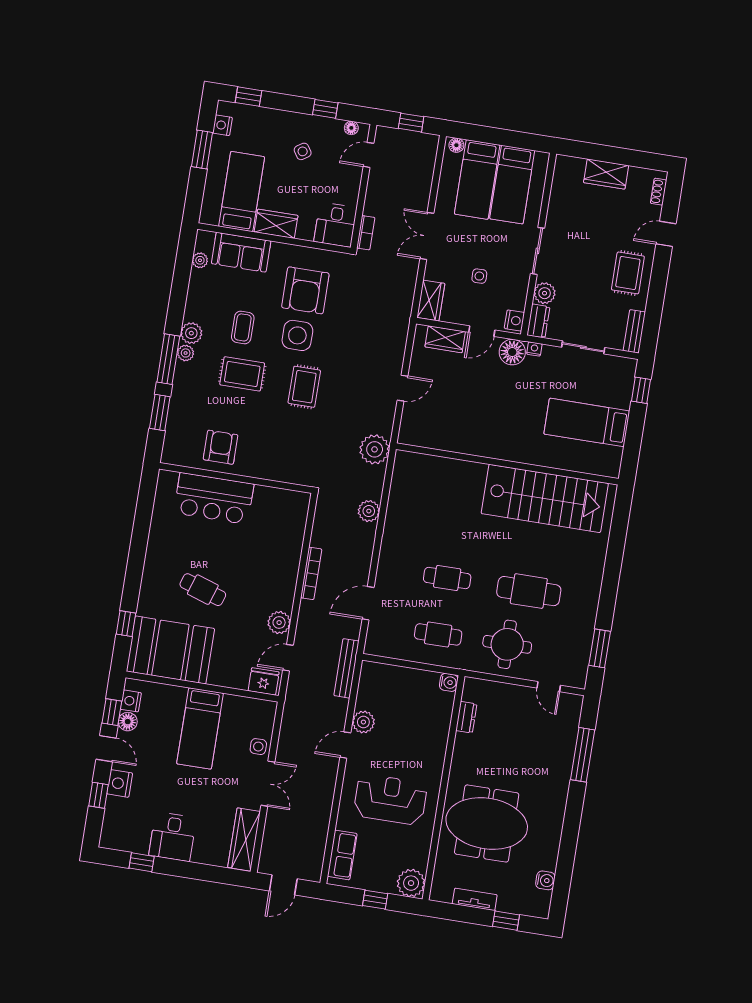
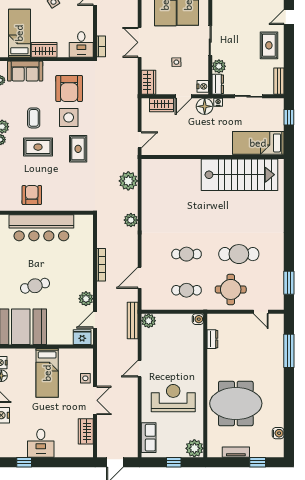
wall: (507, 464) -> (213, 157), moved
bar counter: (214, 498) -> (41, 228), width x1.36
stairs: (545, 498) -> (240, 175), moved
cafe table: (203, 590) -> (35, 286), turned -33
plant: (363, 722) -> (149, 321), moved
wardrobe: (244, 839) -> (86, 431), width x0.67

